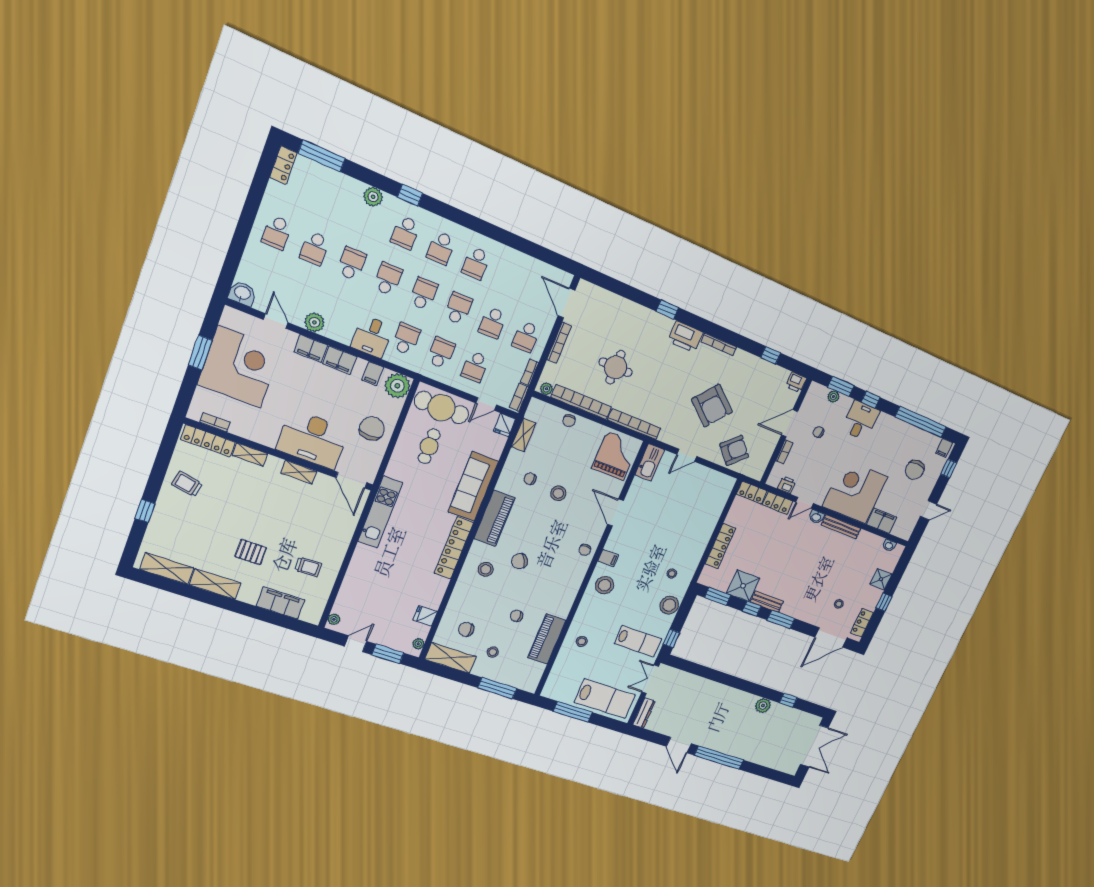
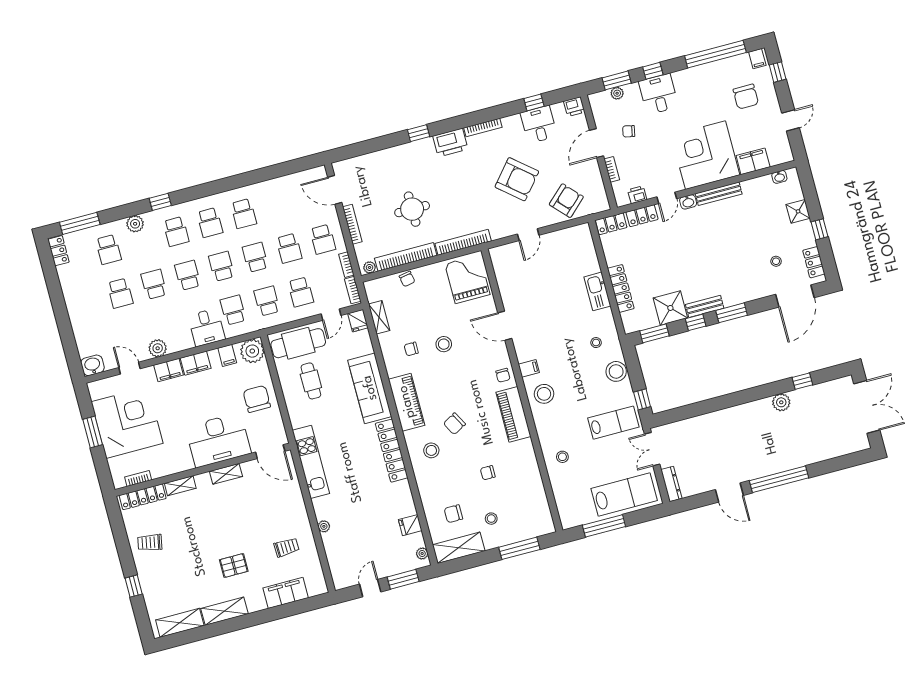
school desk: (277, 232) -> (108, 250), moved
desk: (761, 375) -> (539, 124), added
kitchen sink: (650, 462) -> (597, 291), moved, turned 180
plant: (334, 619) -> (324, 526), moved
piano: (547, 639) -> (513, 414), moved

